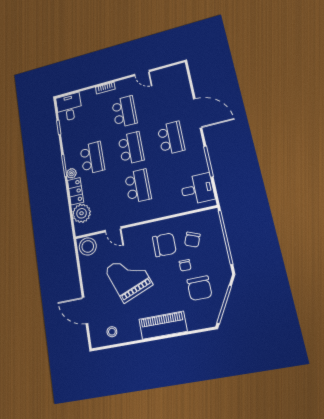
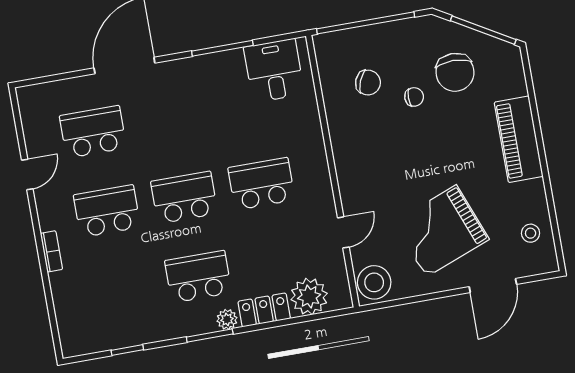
desk: (69, 107) -> (85, 329), removed
school desk: (171, 138) -> (93, 132), moved
chair: (164, 245) -> (376, 134), removed
grand piano: (129, 277) -> (441, 231), moved
chair: (199, 288) -> (455, 72), turned 90

